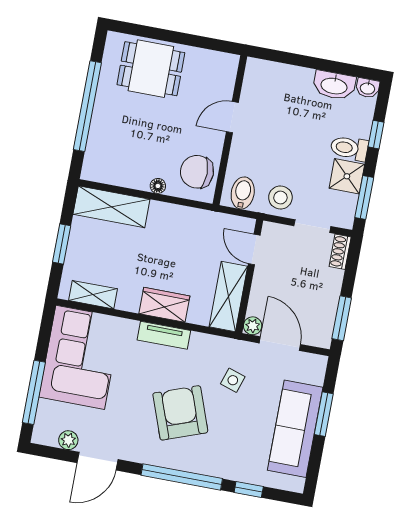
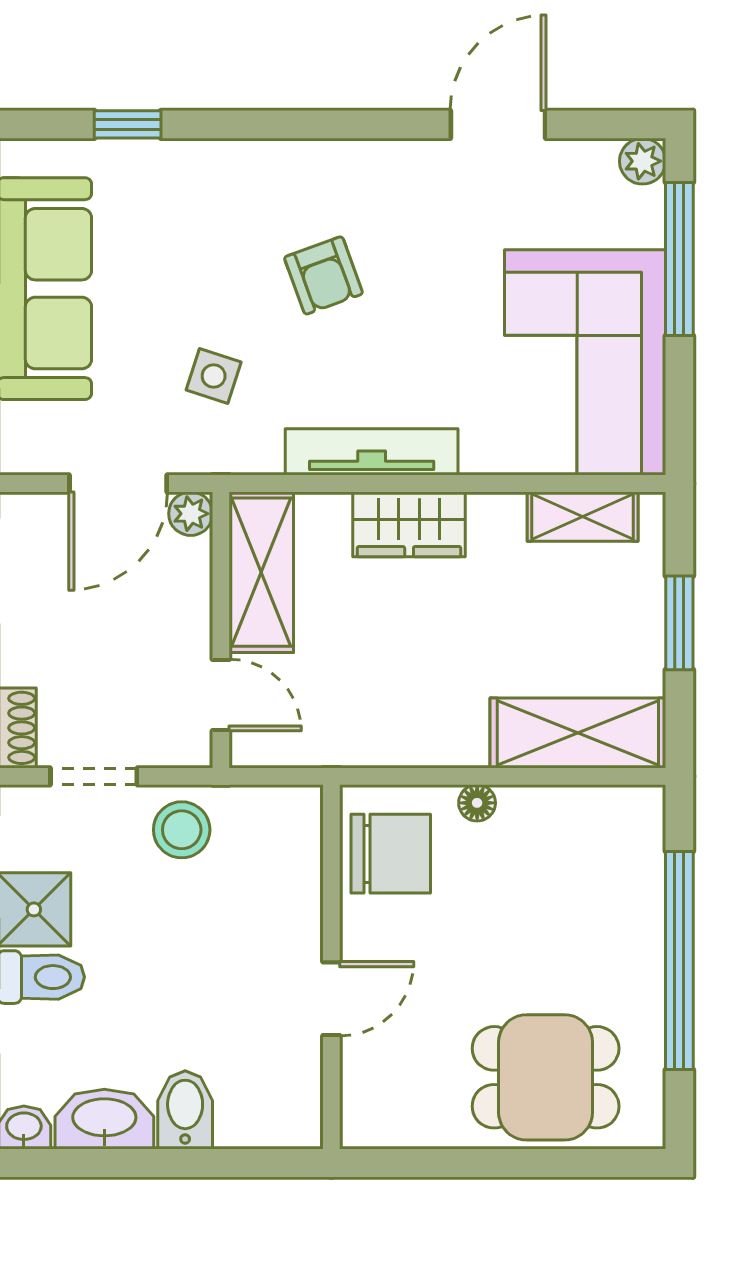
bidet: (243, 193) -> (185, 1110), moved, turned 180
tv unit: (164, 335) -> (372, 452), width x1.41
door: (280, 344) -> (118, 484), hinge flipped
armchair: (180, 413) -> (323, 275), width x0.53, depth x0.53
plant: (68, 440) -> (643, 161), moved
window: (182, 477) -> (292, 124), removed

